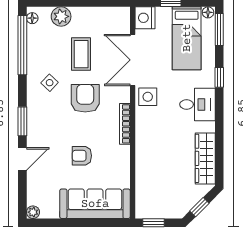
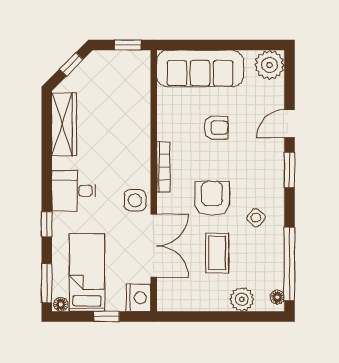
armchair: (85, 98) -> (212, 198), turned 180
plant: (33, 212) -> (269, 65), width x1.88, depth x1.88

